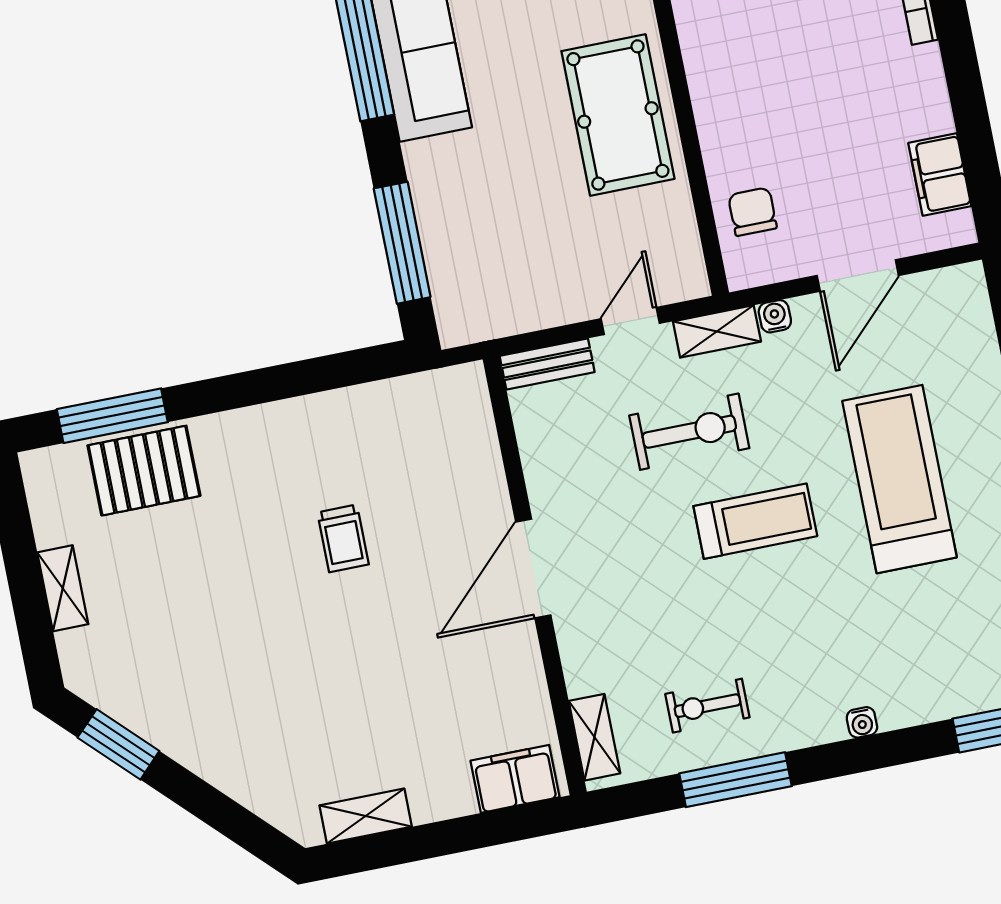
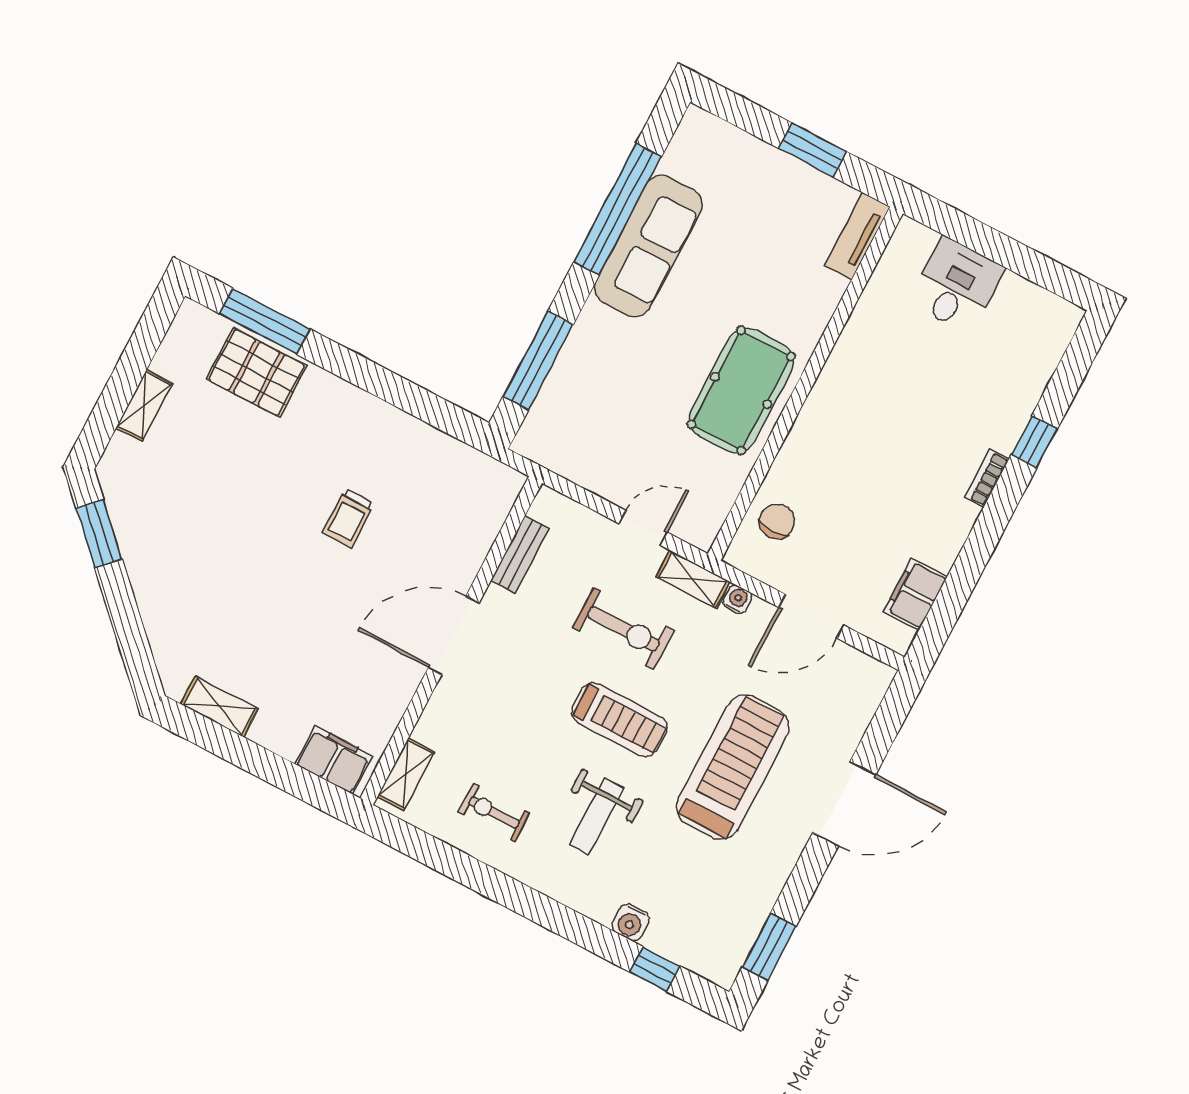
bench: (547, 364) -> (520, 554), moved, turned 90
weight bench: (808, 630) -> (596, 816), added
water cooler: (862, 722) -> (631, 922), moved, width x1.38, depth x1.38
window: (736, 780) -> (474, 874), removed

